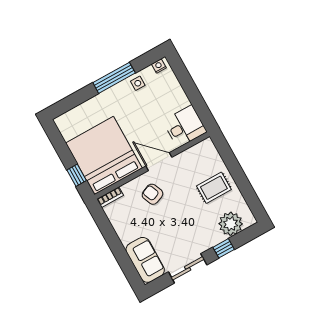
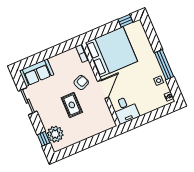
window: (77, 175) -> (125, 21), moved
rug: (214, 188) -> (72, 105), moved
window: (224, 248) -> (44, 139), moved

